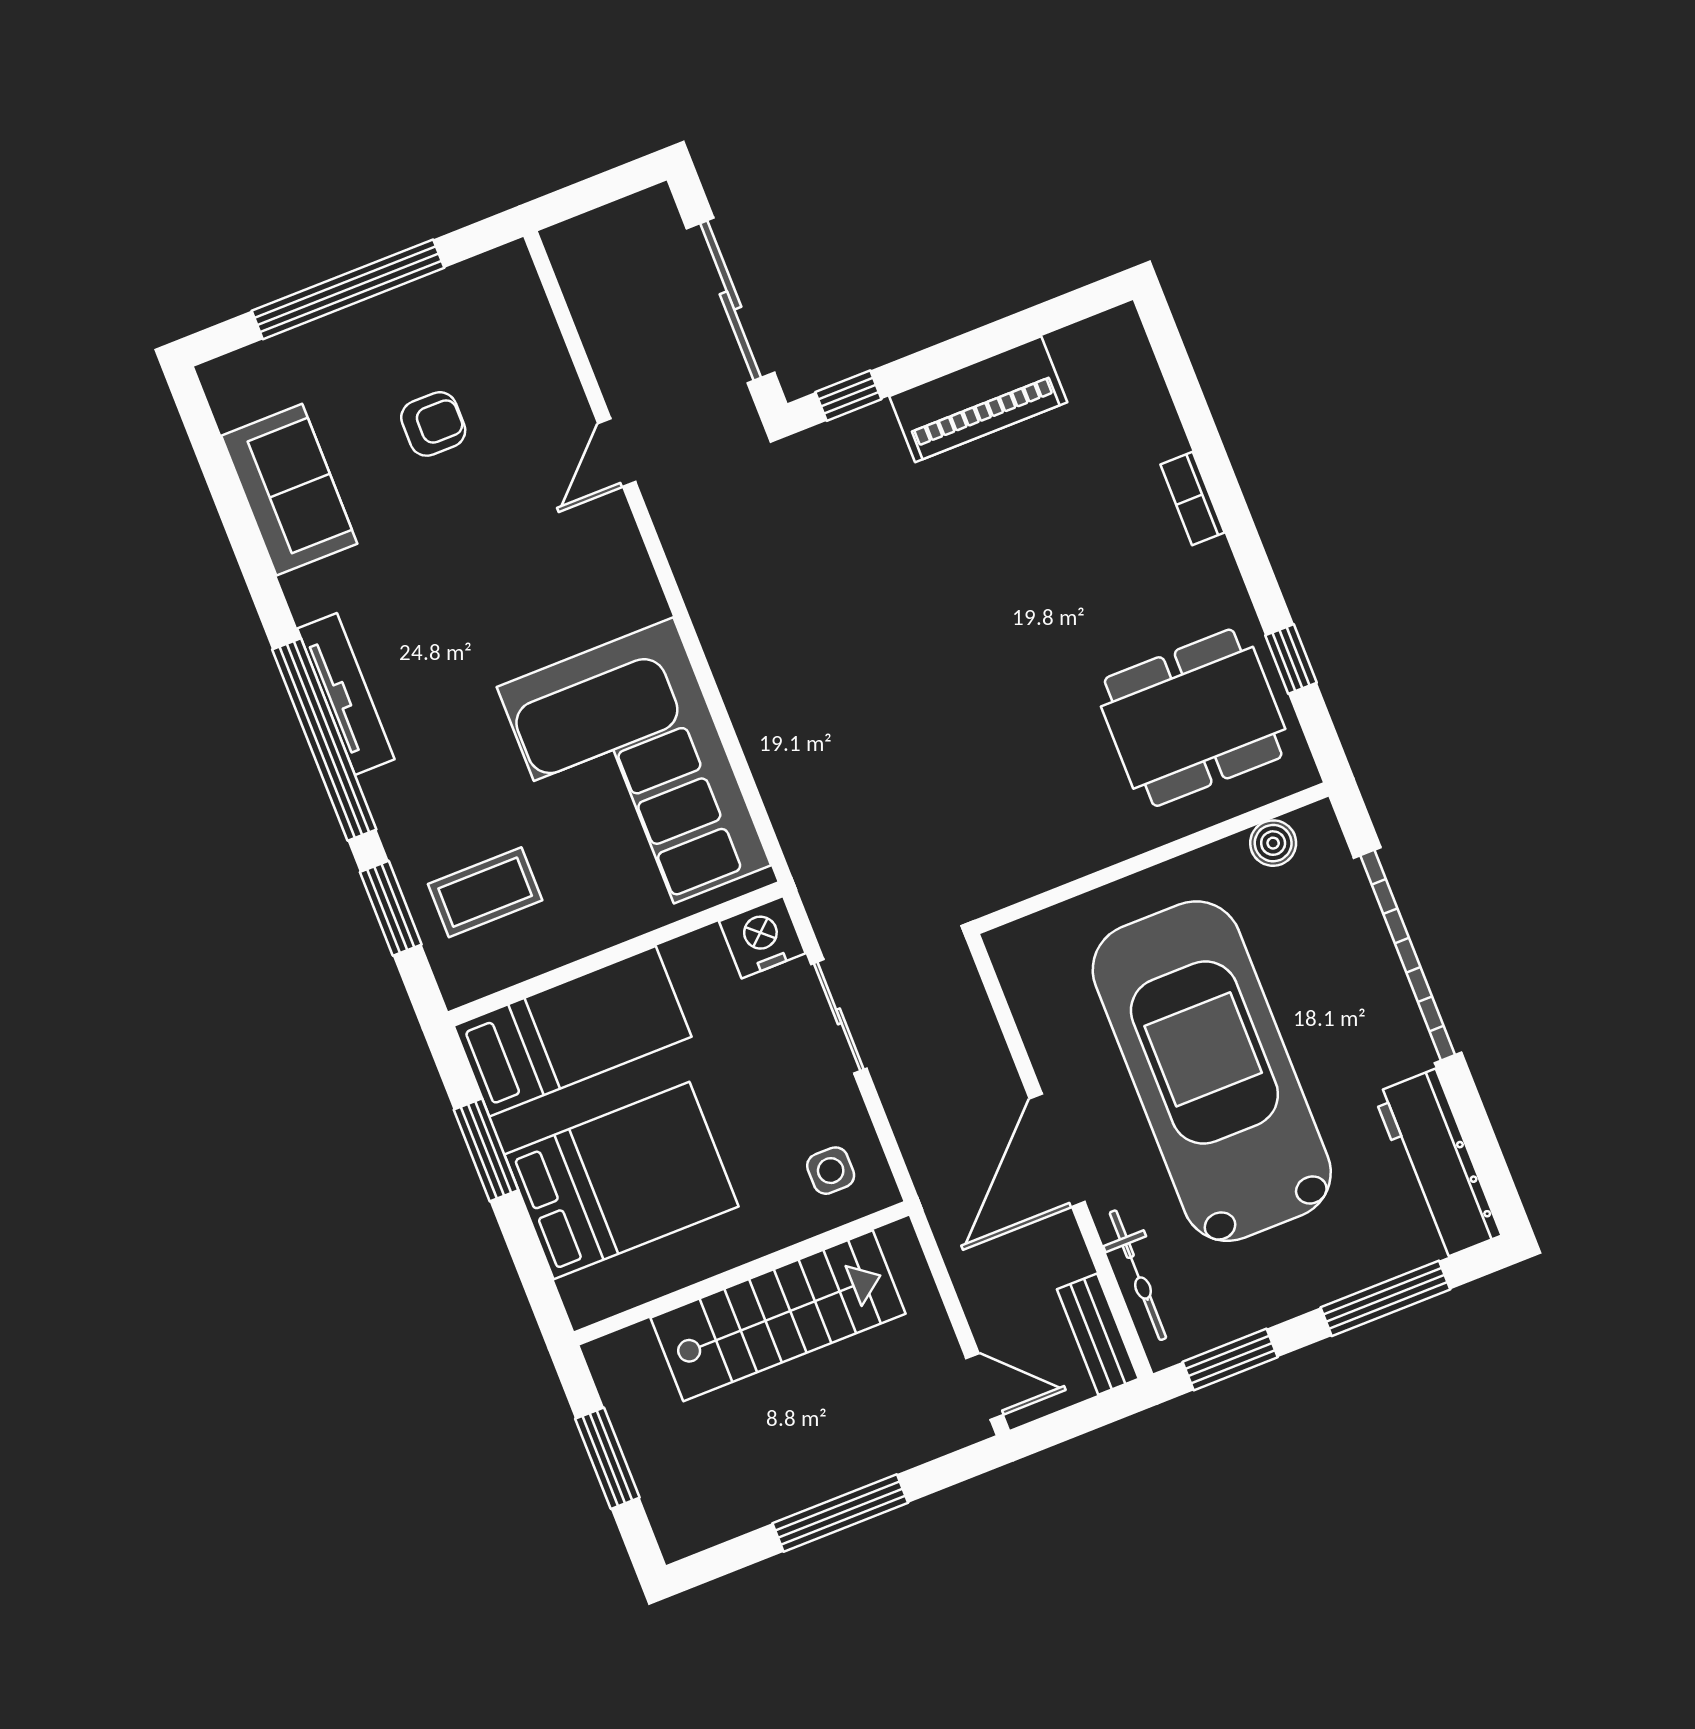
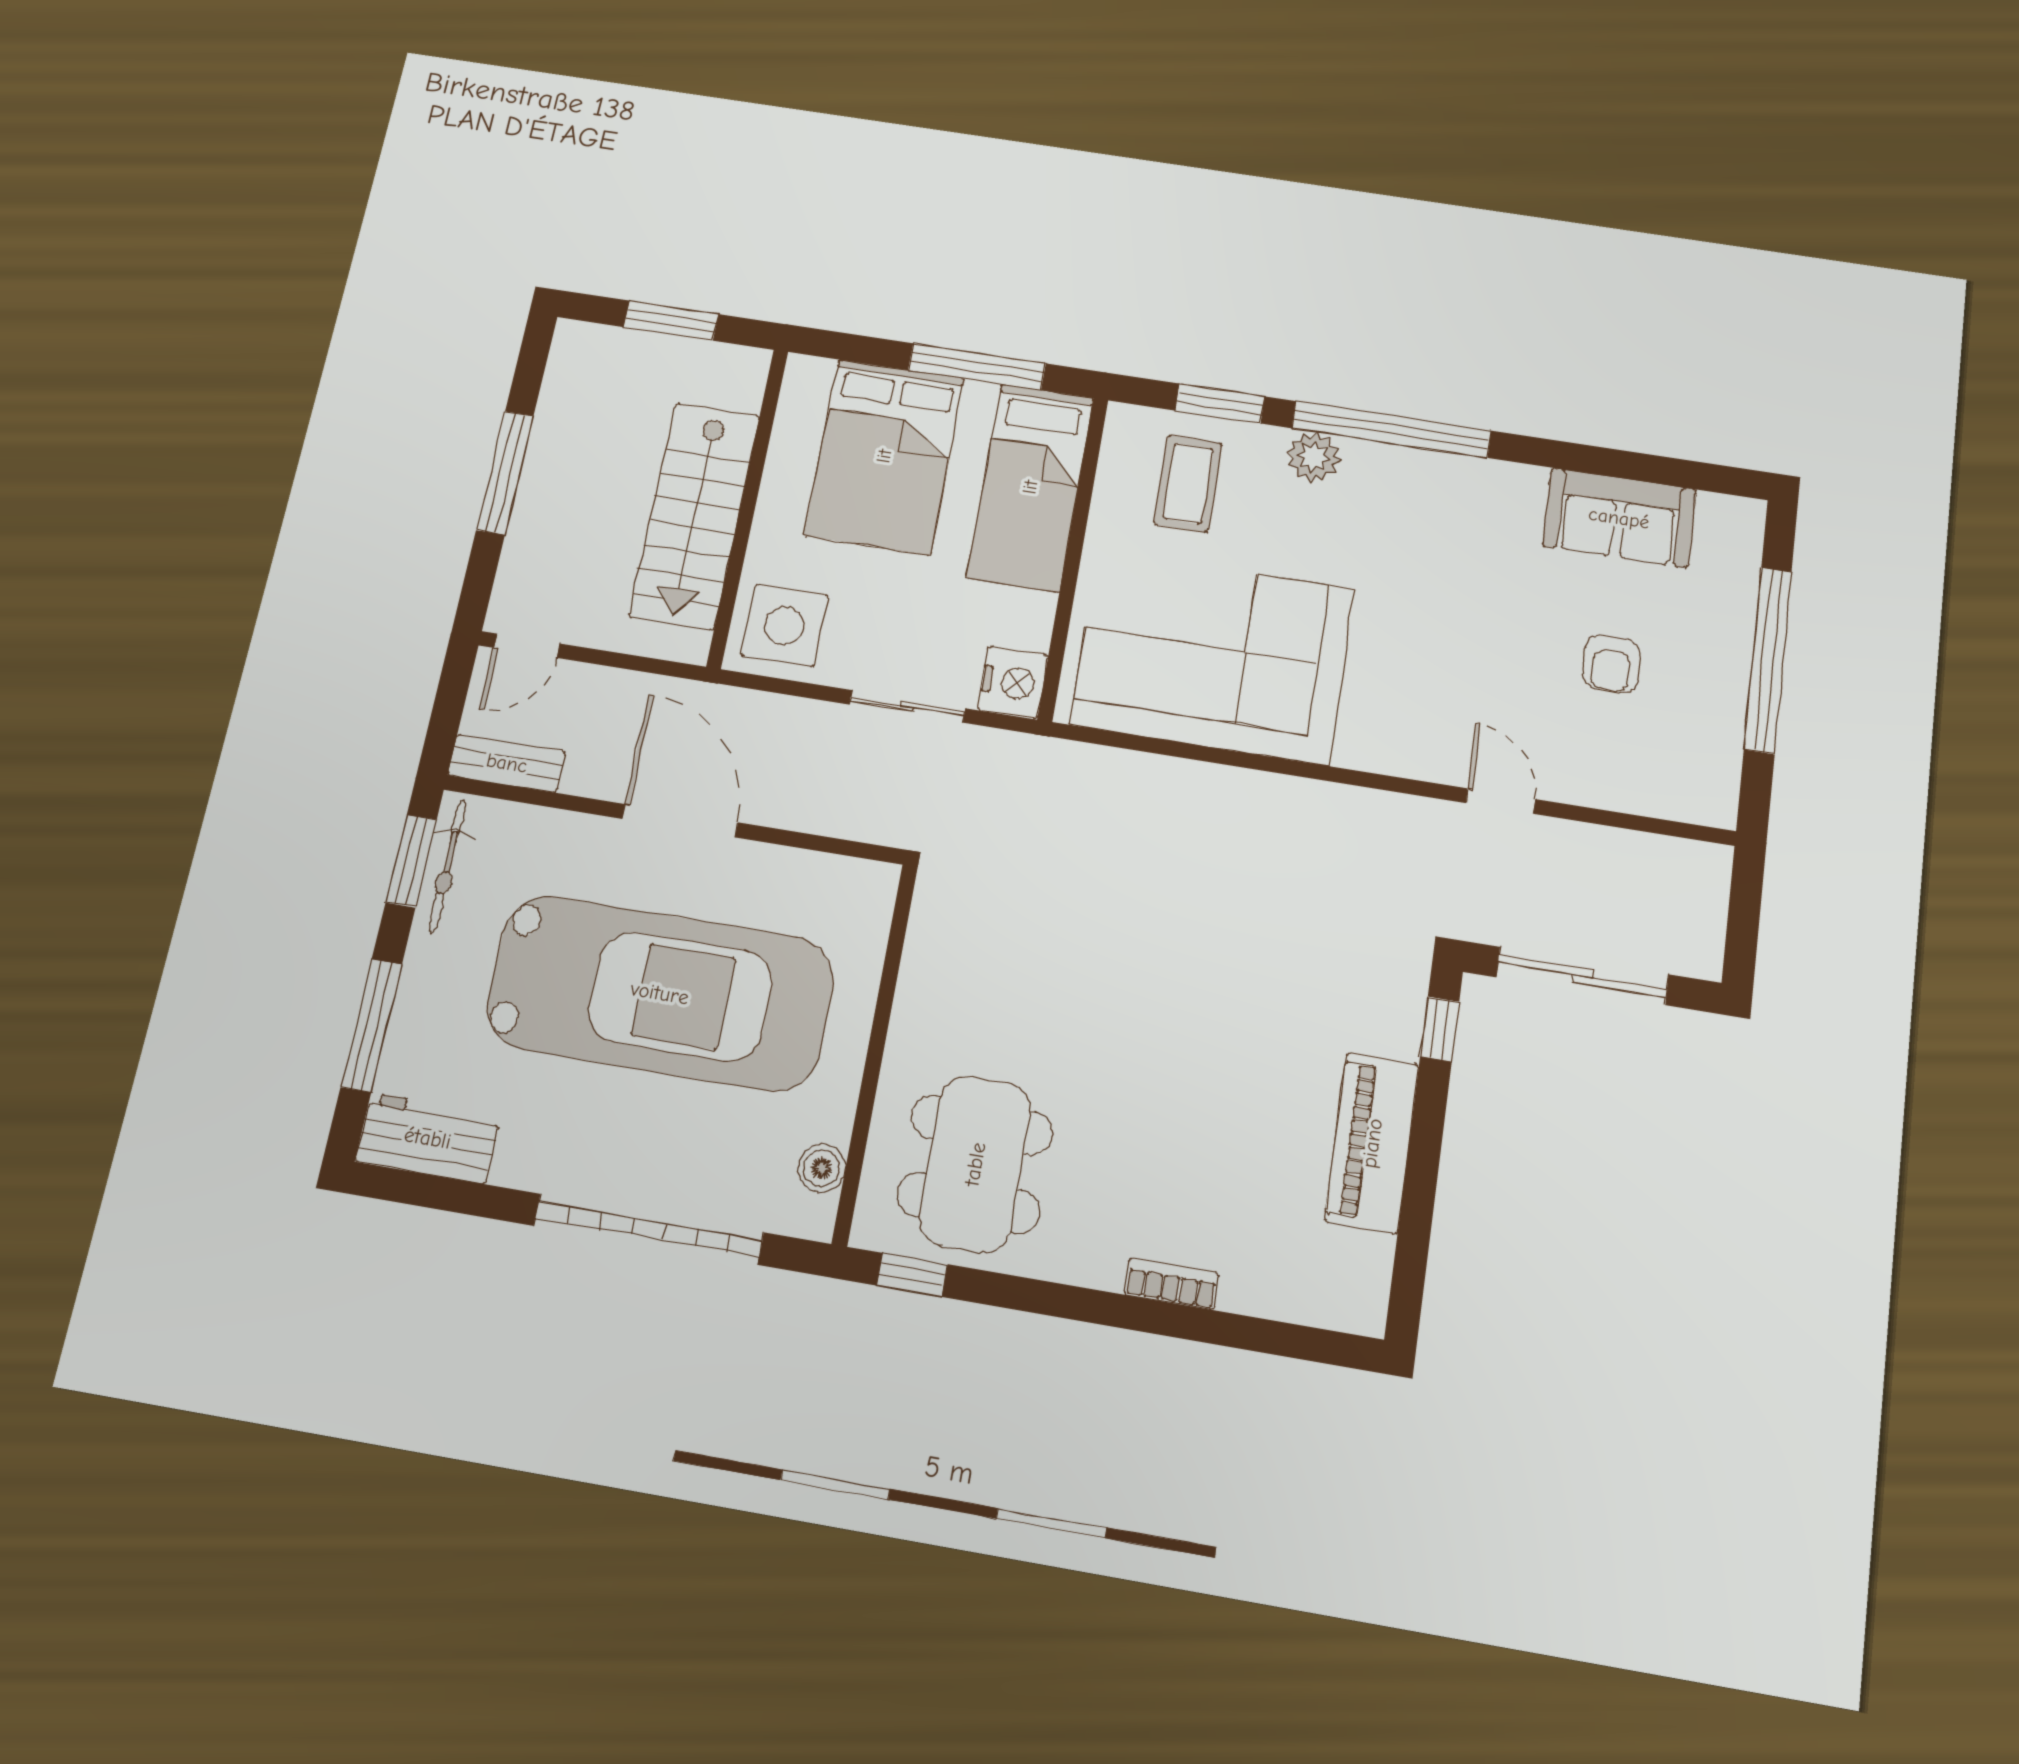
window: (1291, 659) -> (912, 1275), moved
tv unit: (346, 694) -> (1420, 467), removed
plant: (392, 795) -> (1313, 457), added
window: (486, 1150) -> (977, 367), width x1.44
workbench: (1437, 1164) -> (428, 1138), width x0.73
side table: (831, 1171) -> (784, 625), width x1.87, depth x1.87
bicycle: (1138, 1275) -> (447, 867), moved, turned -90

